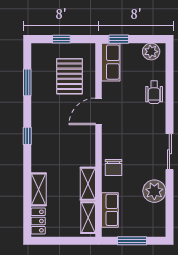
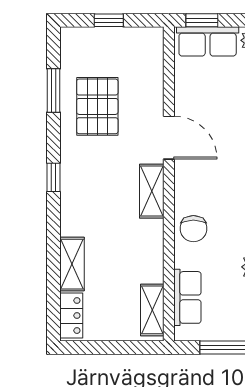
row of seats: (111, 62) -> (208, 41), moved, turned 90
pallet: (70, 76) -> (97, 106), moved
door: (98, 111) -> (169, 138), swing flipped
shelving: (88, 184) -> (152, 191), moved

